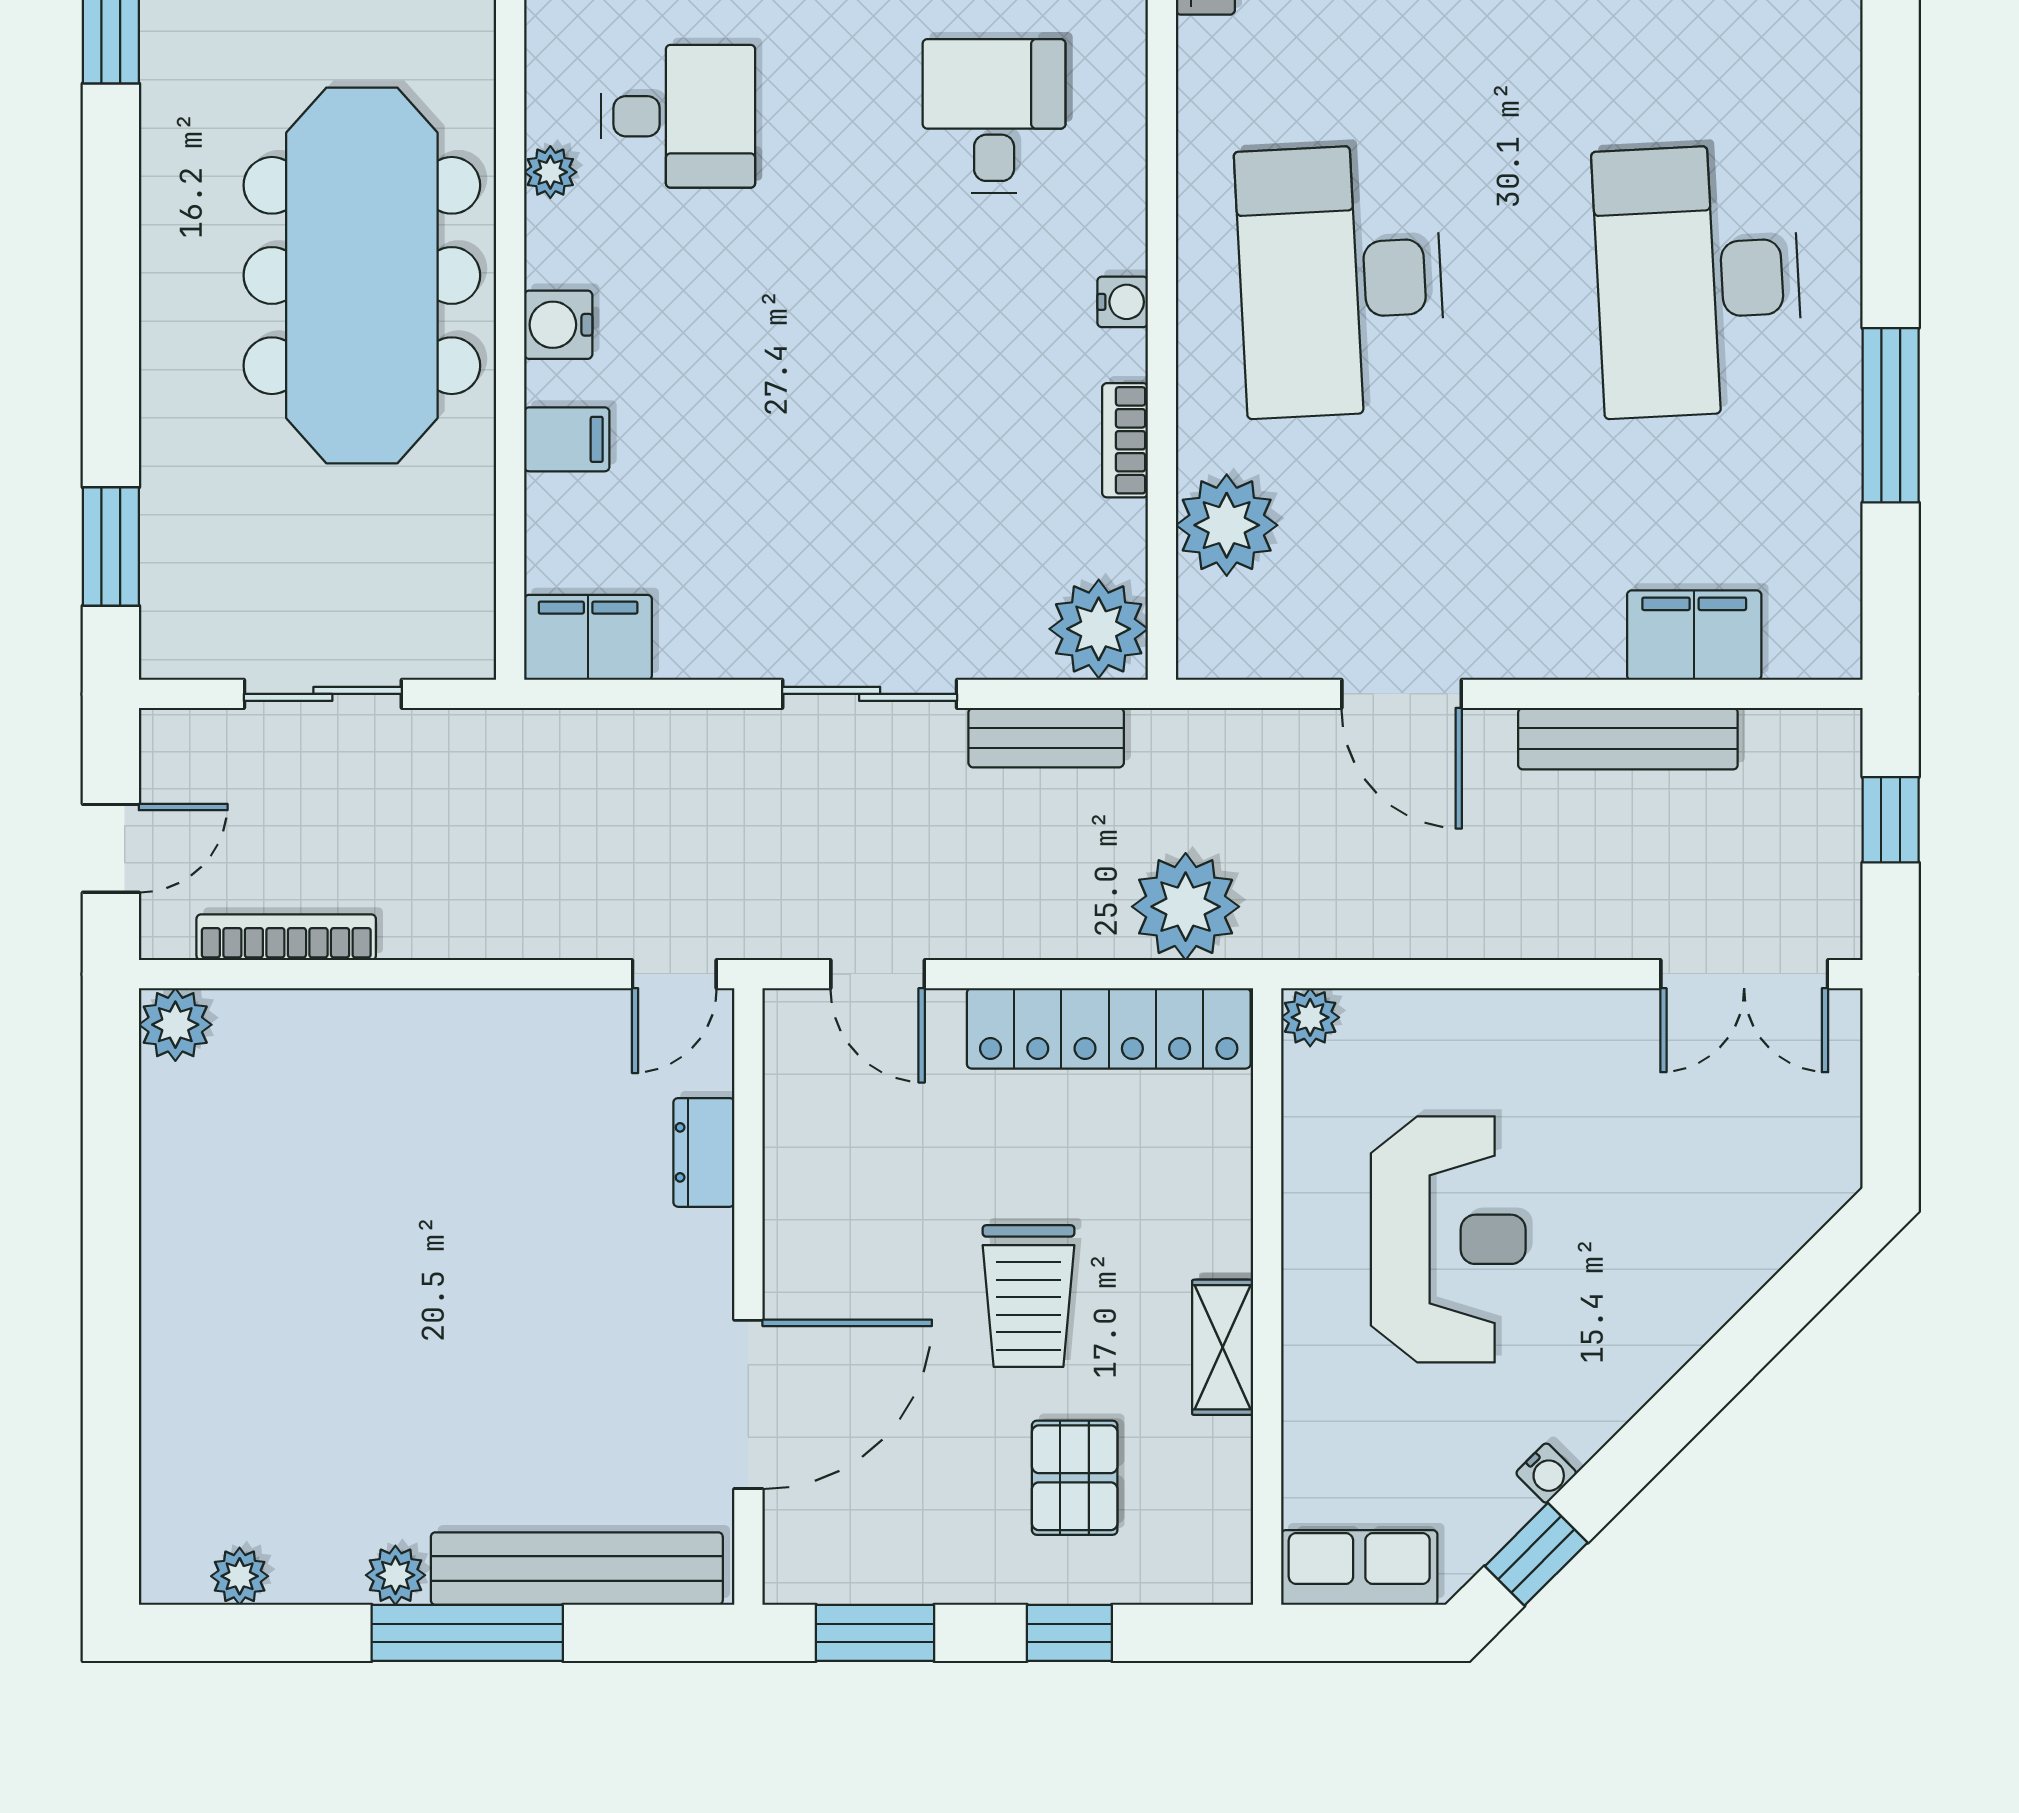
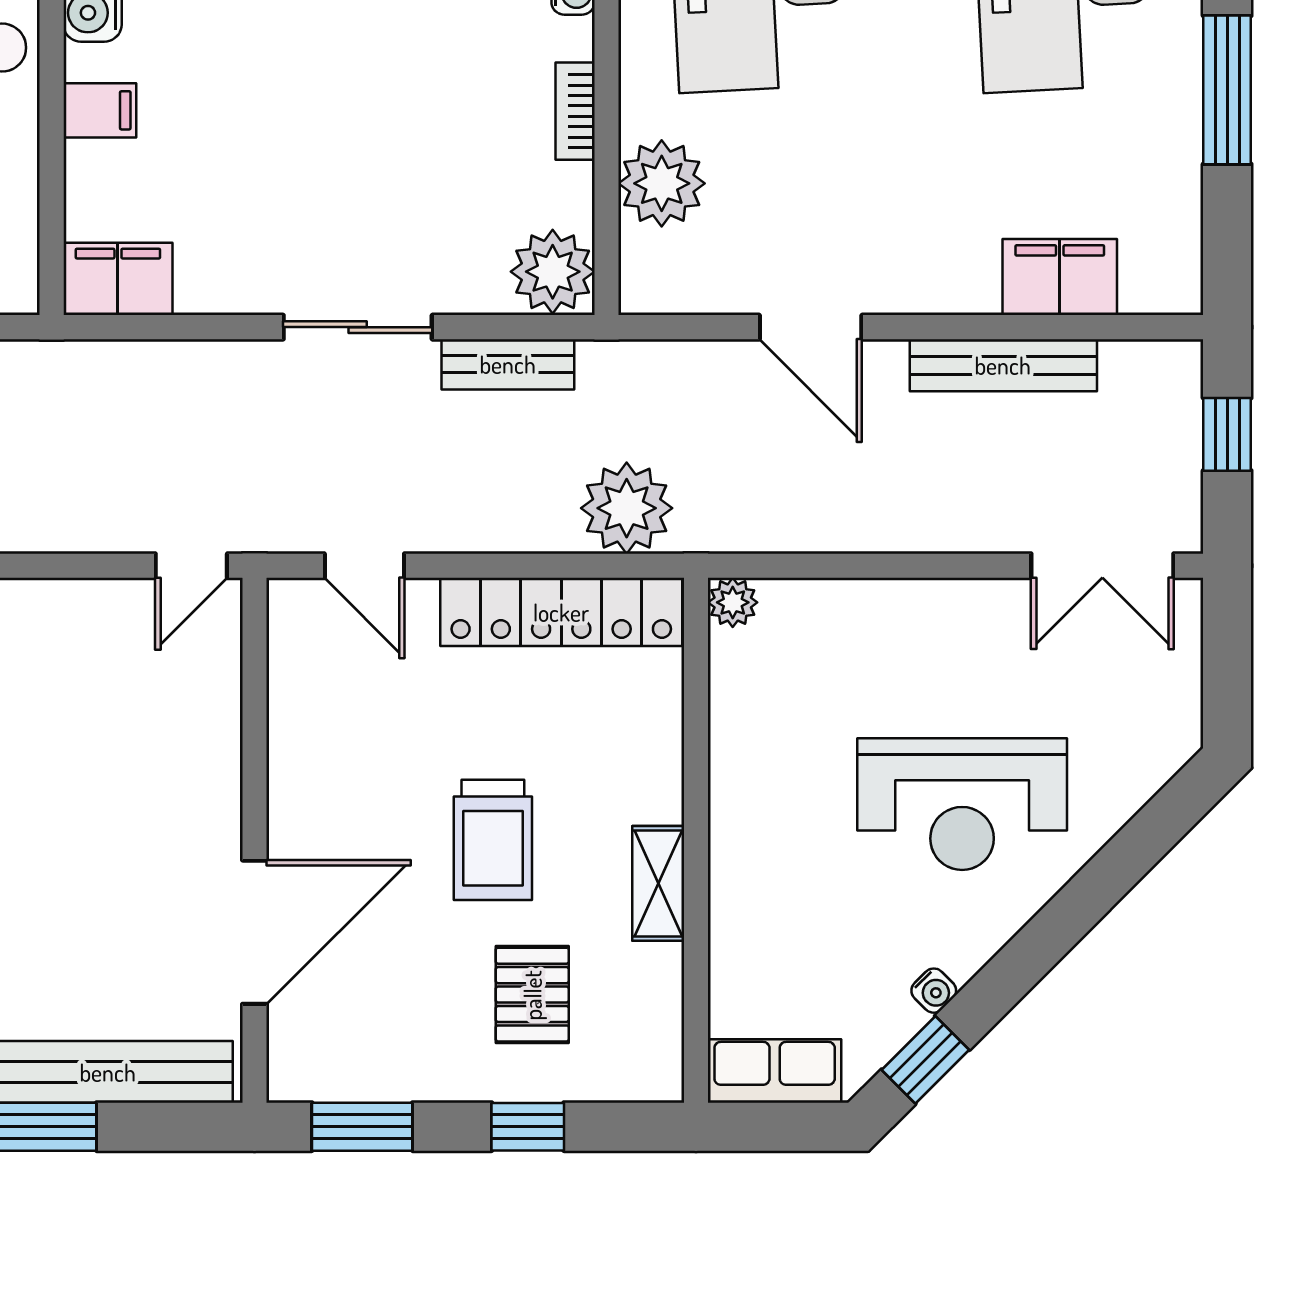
dresser: (704, 1152) -> (217, 718), removed
reception desk: (1448, 1239) -> (962, 804), moved, turned 90

